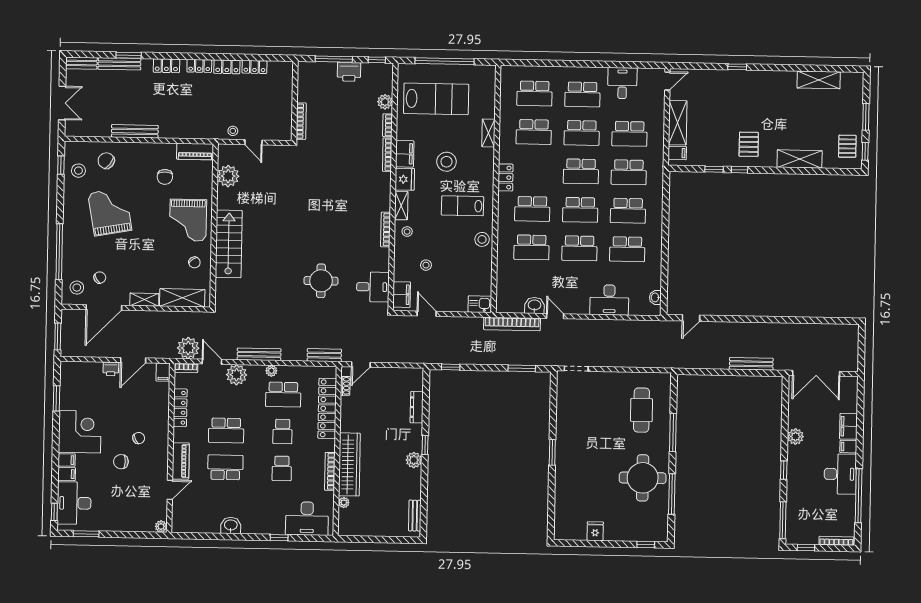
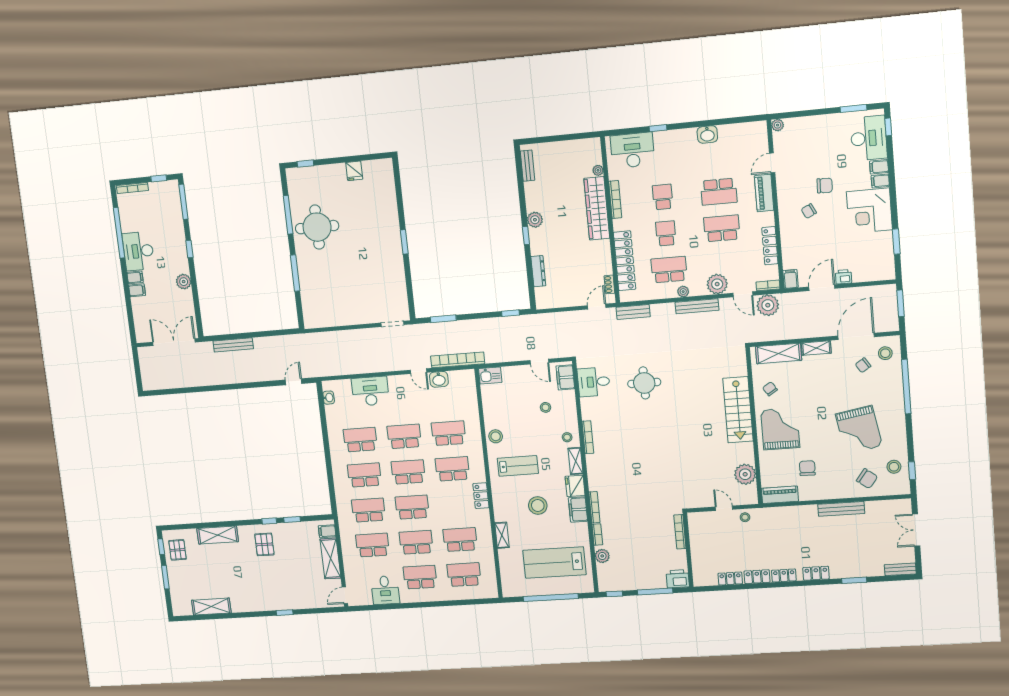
bench: (119, 64) -> (862, 571), removed
printer: (349, 72) -> (678, 579), moved
cafe table: (641, 410) -> (327, 291), removed
filing cabinet: (848, 426) -> (137, 290), width x0.50

